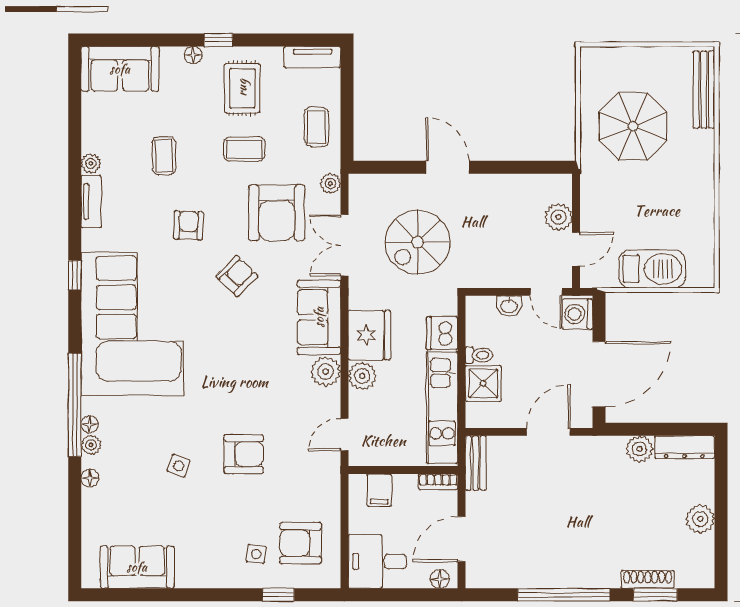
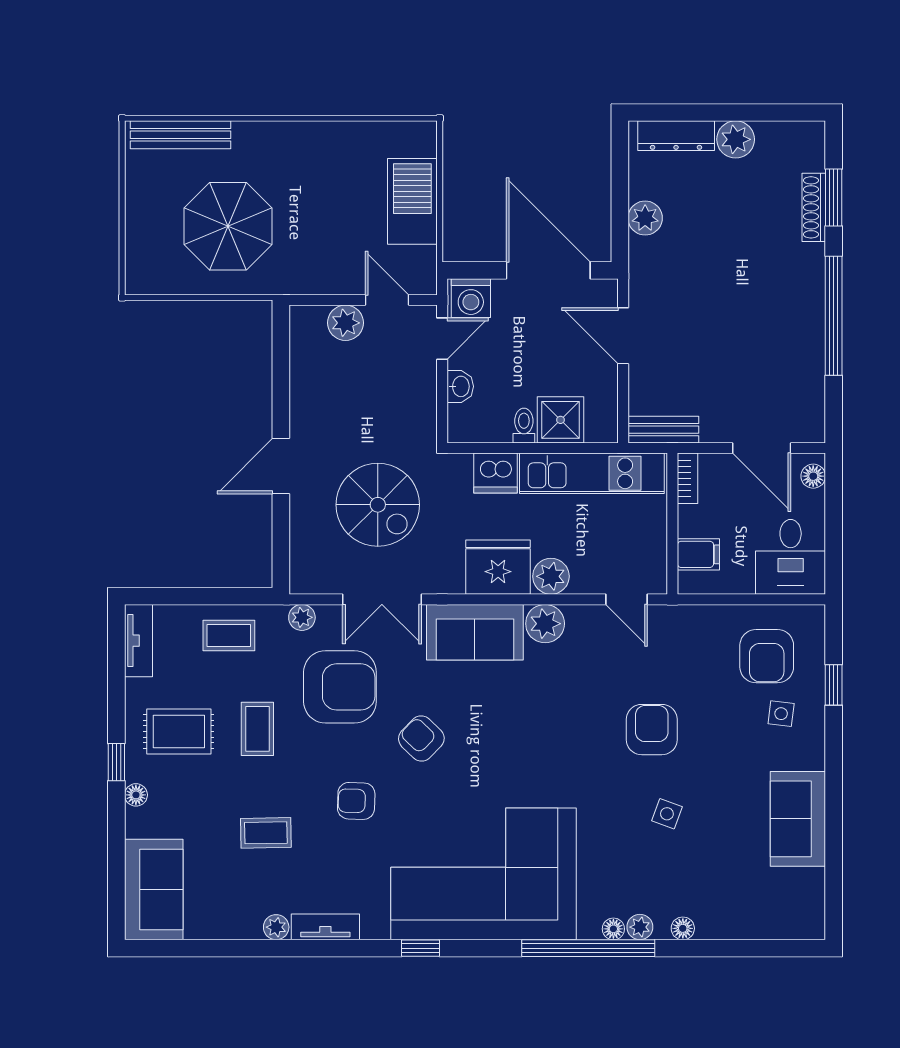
dresser: (684, 447) -> (676, 136), moved, turned 90
sofa: (137, 567) -> (798, 819), moved

